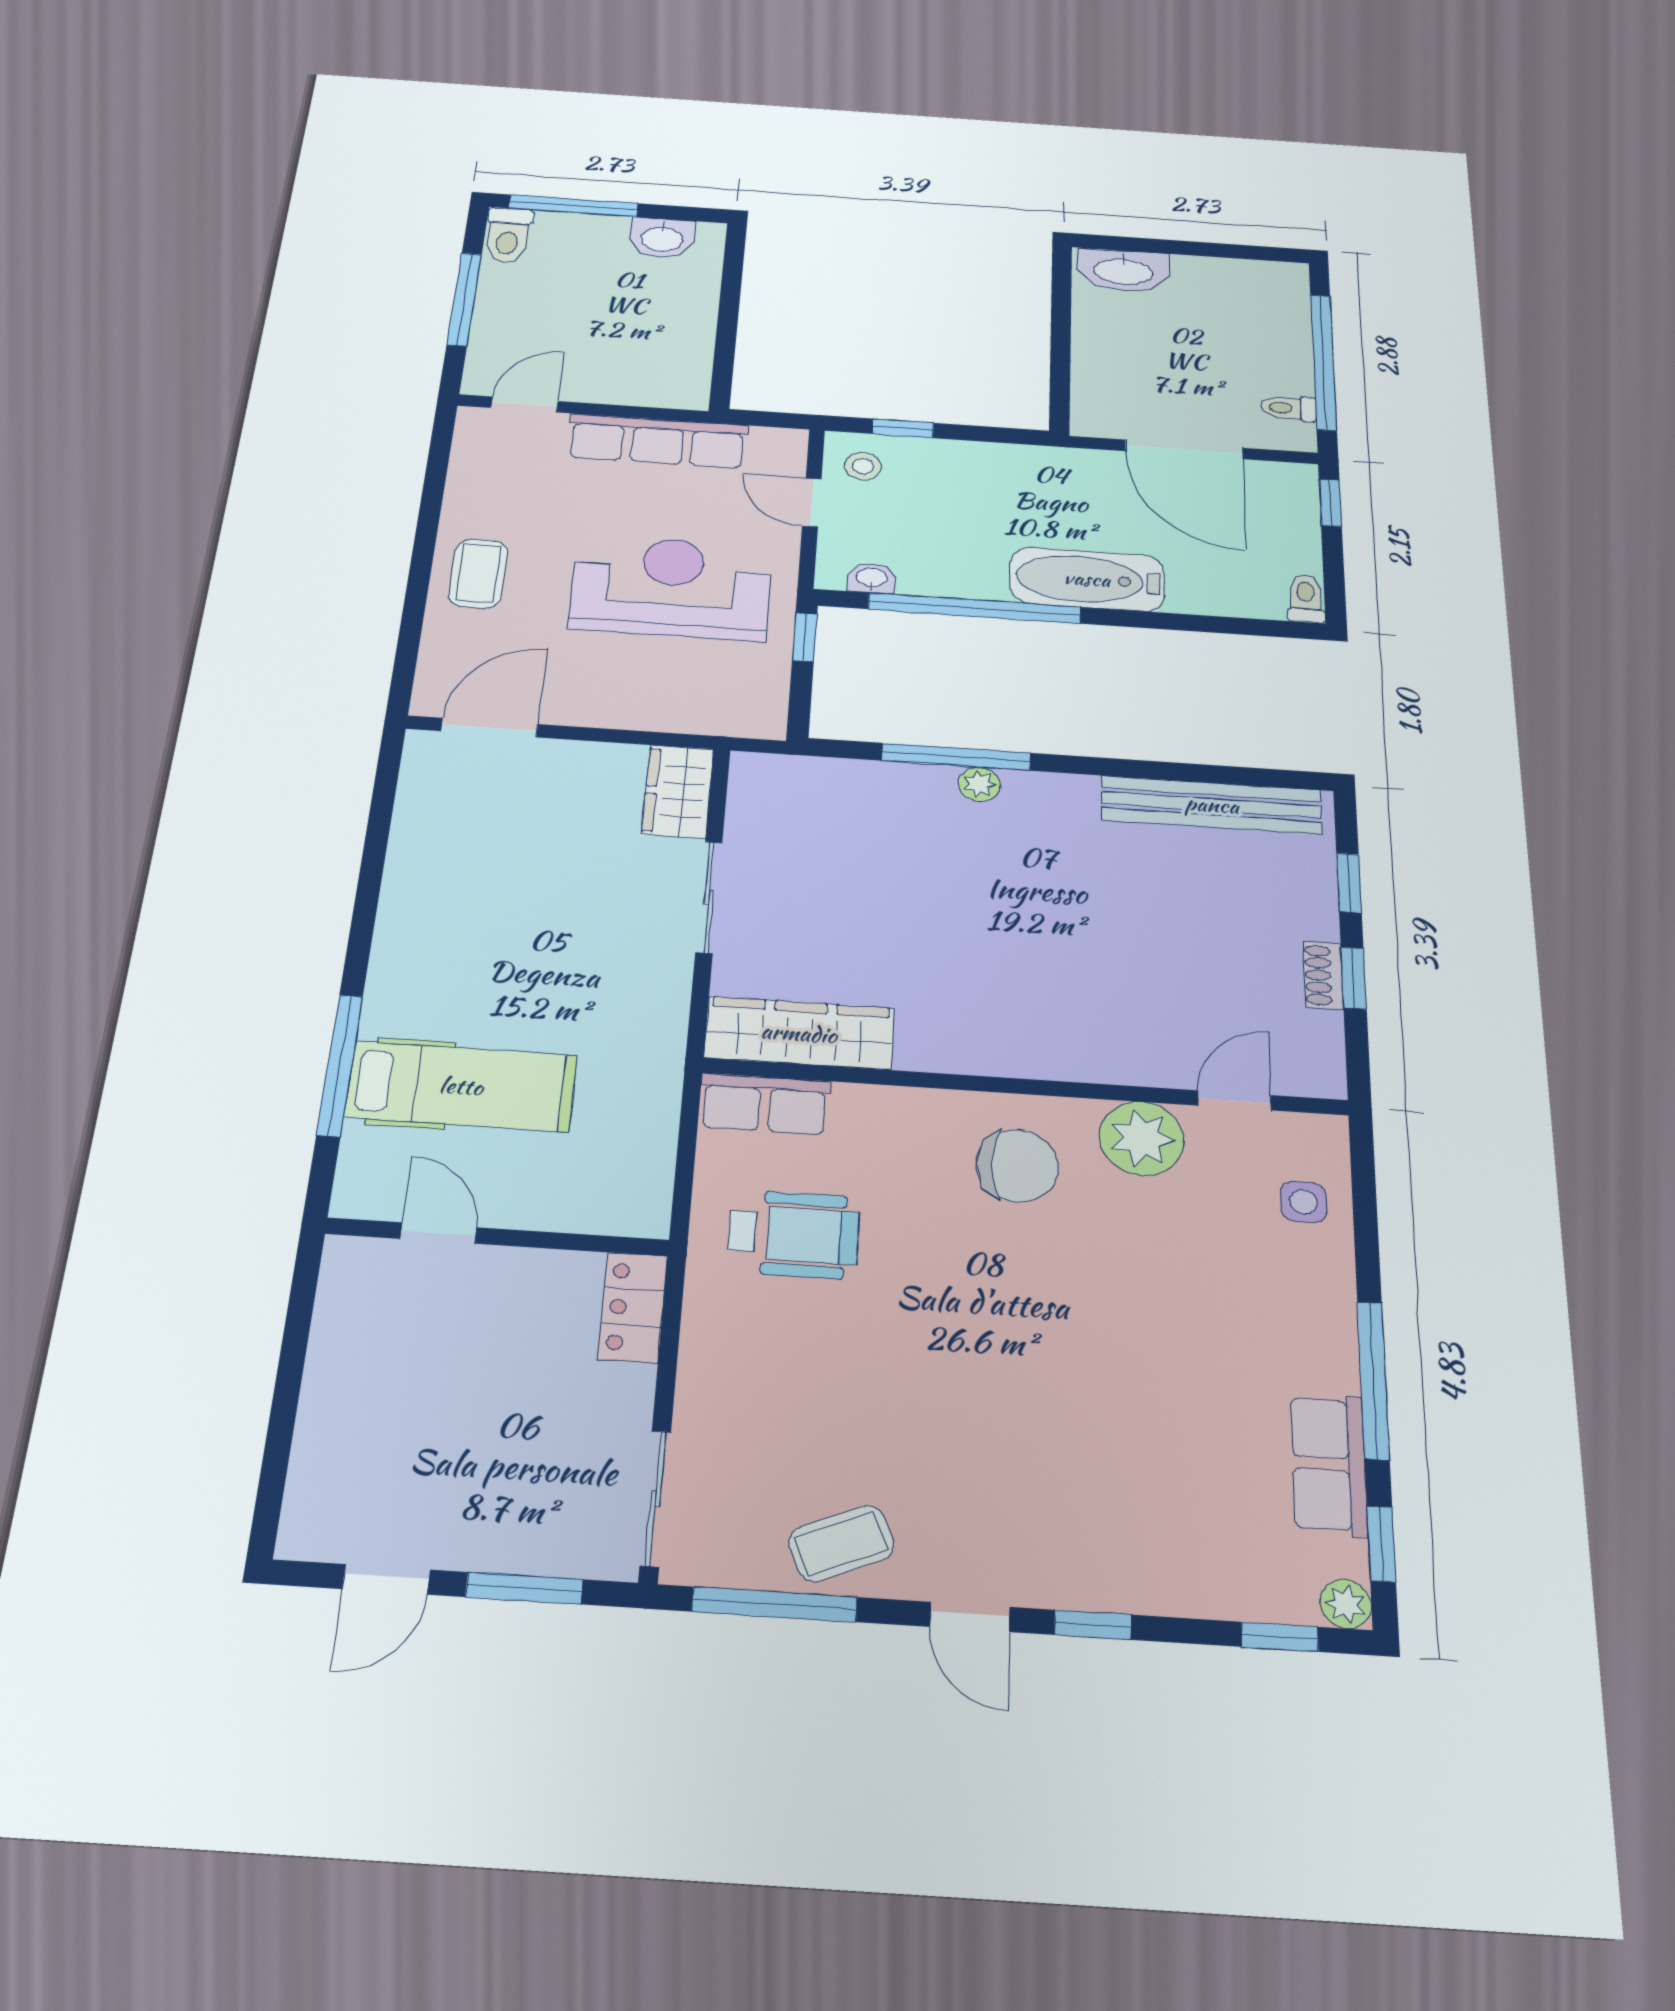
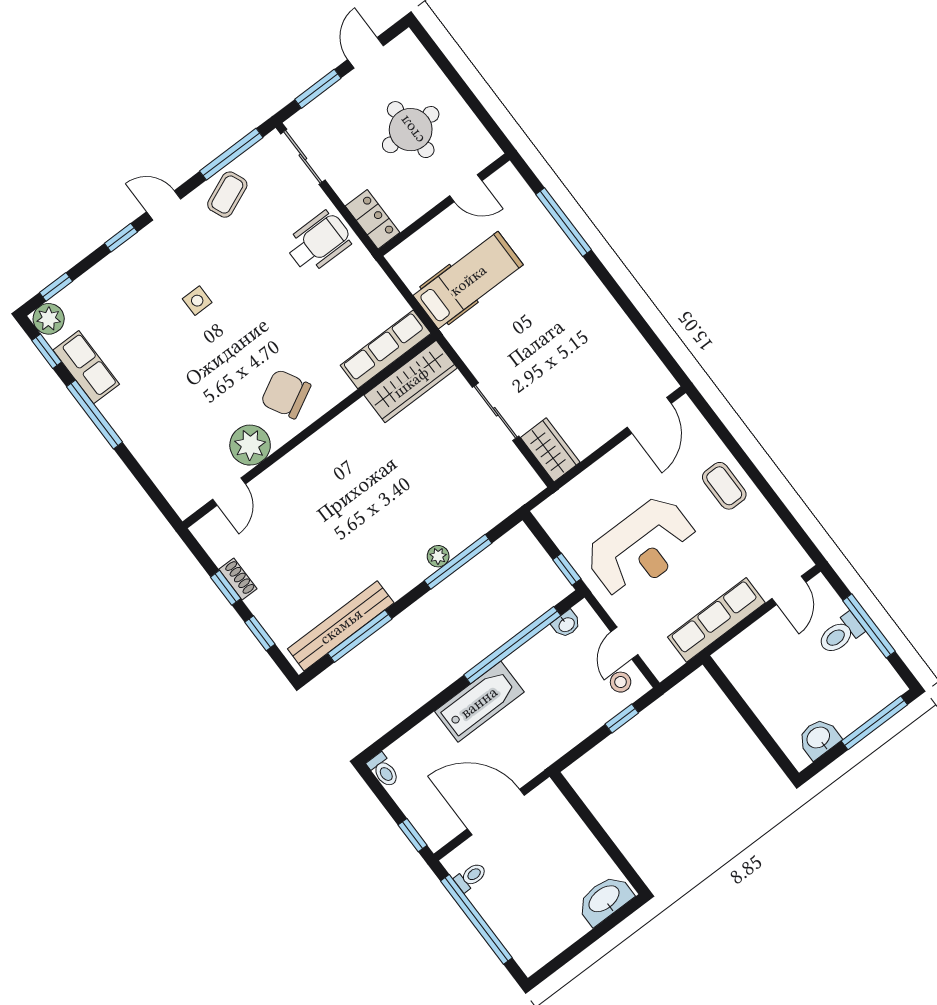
toilet: (508, 235) -> (840, 634), moved, turned -90
door: (812, 503) -> (624, 643), swing flipped
window: (1194, 773) -> (360, 636), added
hospital bed: (461, 1086) -> (468, 280), moved, turned 180
row of seats: (765, 1104) -> (386, 349), width x1.48
chair: (1017, 1166) -> (286, 394), turned 62
side table: (1303, 1202) -> (197, 301), moved
wheelchair: (794, 1234) -> (319, 242), moved, turned 180
round table: (435, 1393) -> (411, 130), added
plant: (1346, 1604) -> (49, 319), width x1.38, depth x1.38

